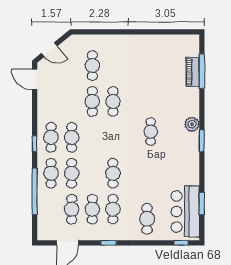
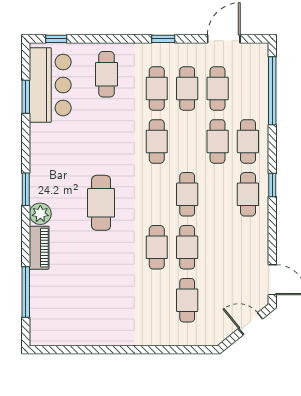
piano: (193, 72) -> (39, 248), moved
cafe table: (151, 132) -> (101, 203), width x1.37, depth x1.35
cafe table: (72, 137) -> (187, 194), moved
window: (35, 191) -> (272, 91), moved

